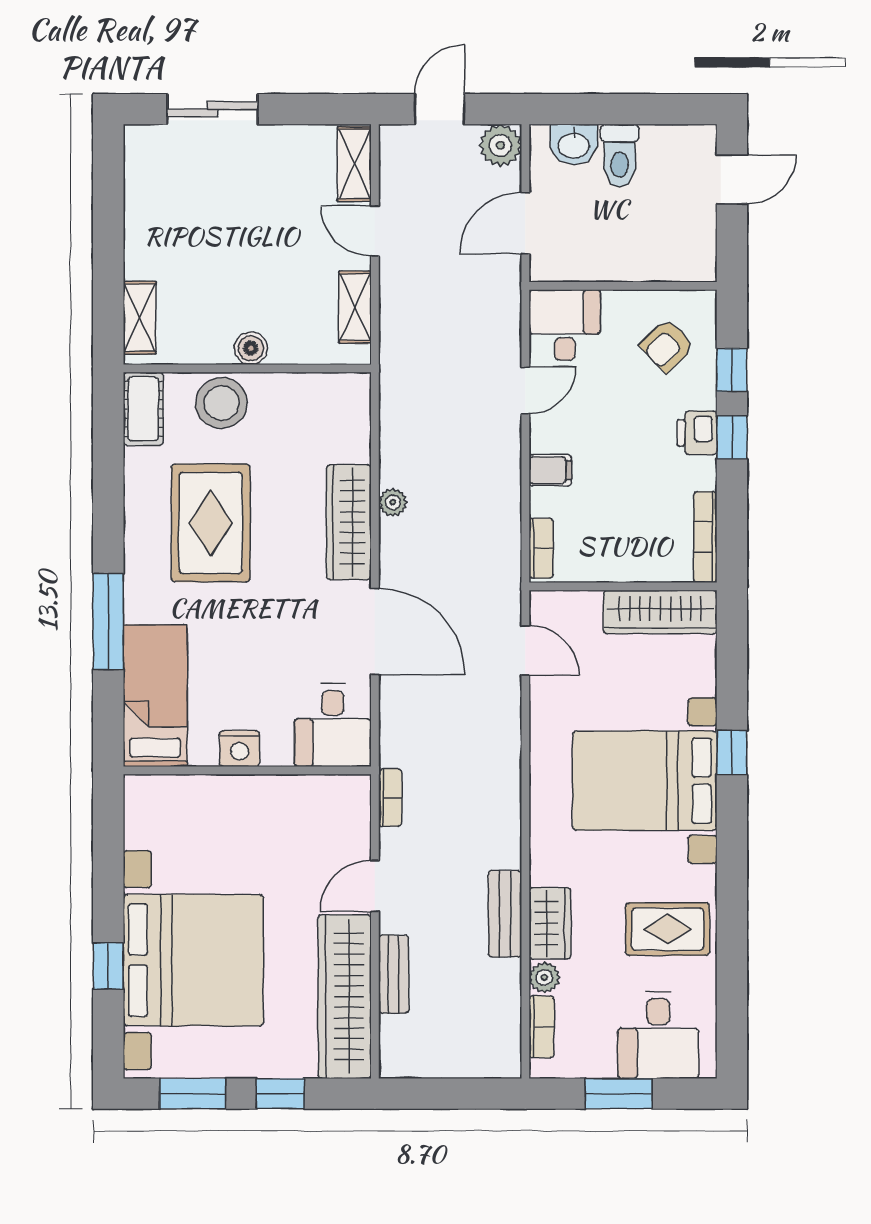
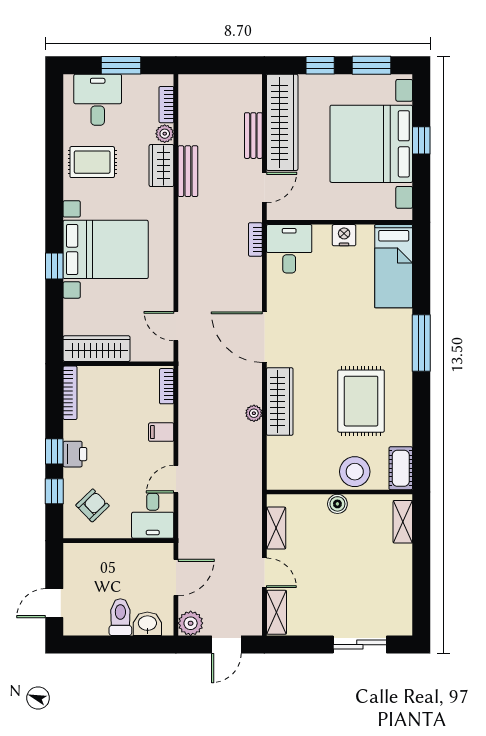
bed: (155, 696) -> (394, 266), moved
desk: (333, 725) -> (289, 249), moved
nightstand: (240, 749) -> (344, 235), moved
wall: (247, 770) -> (340, 222), moved

